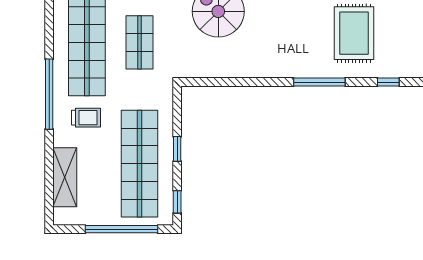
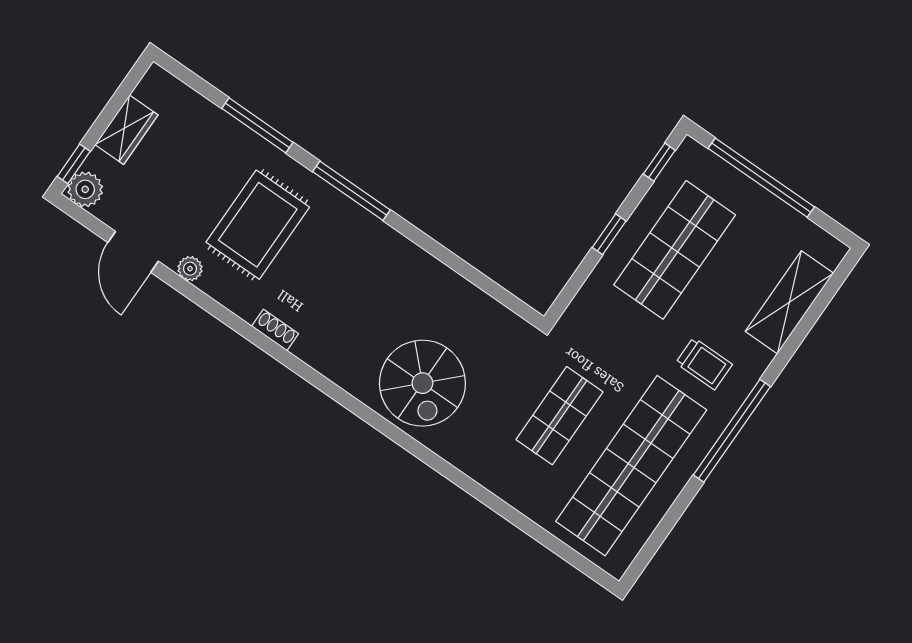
window: (388, 82) -> (257, 125), width x2.17
trolley: (86, 118) -> (704, 364), turned 180
shop shelf: (139, 164) -> (675, 250), width x0.71

